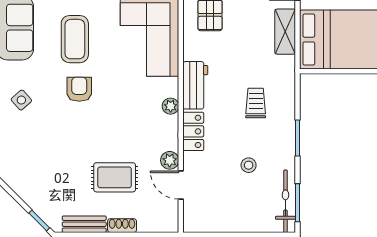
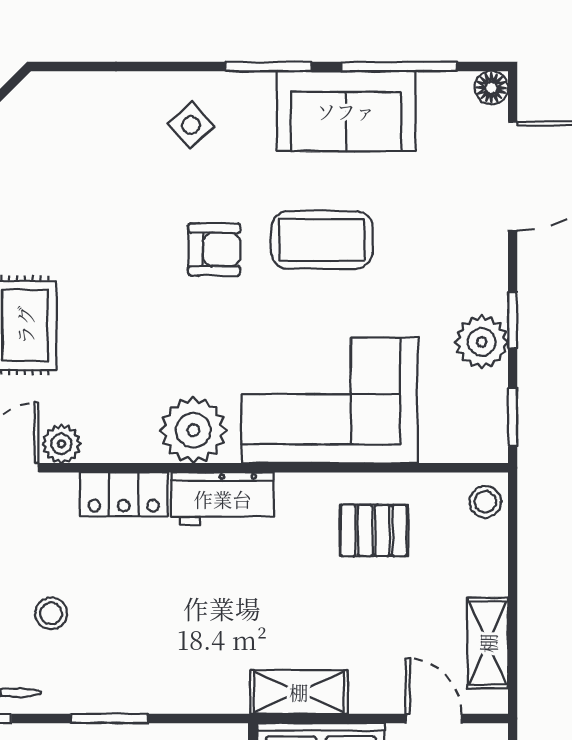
shelving: (285, 32) -> (299, 692), moved
trolley: (256, 103) -> (184, 628), removed
plant: (171, 106) -> (193, 430), width x1.88, depth x1.88

